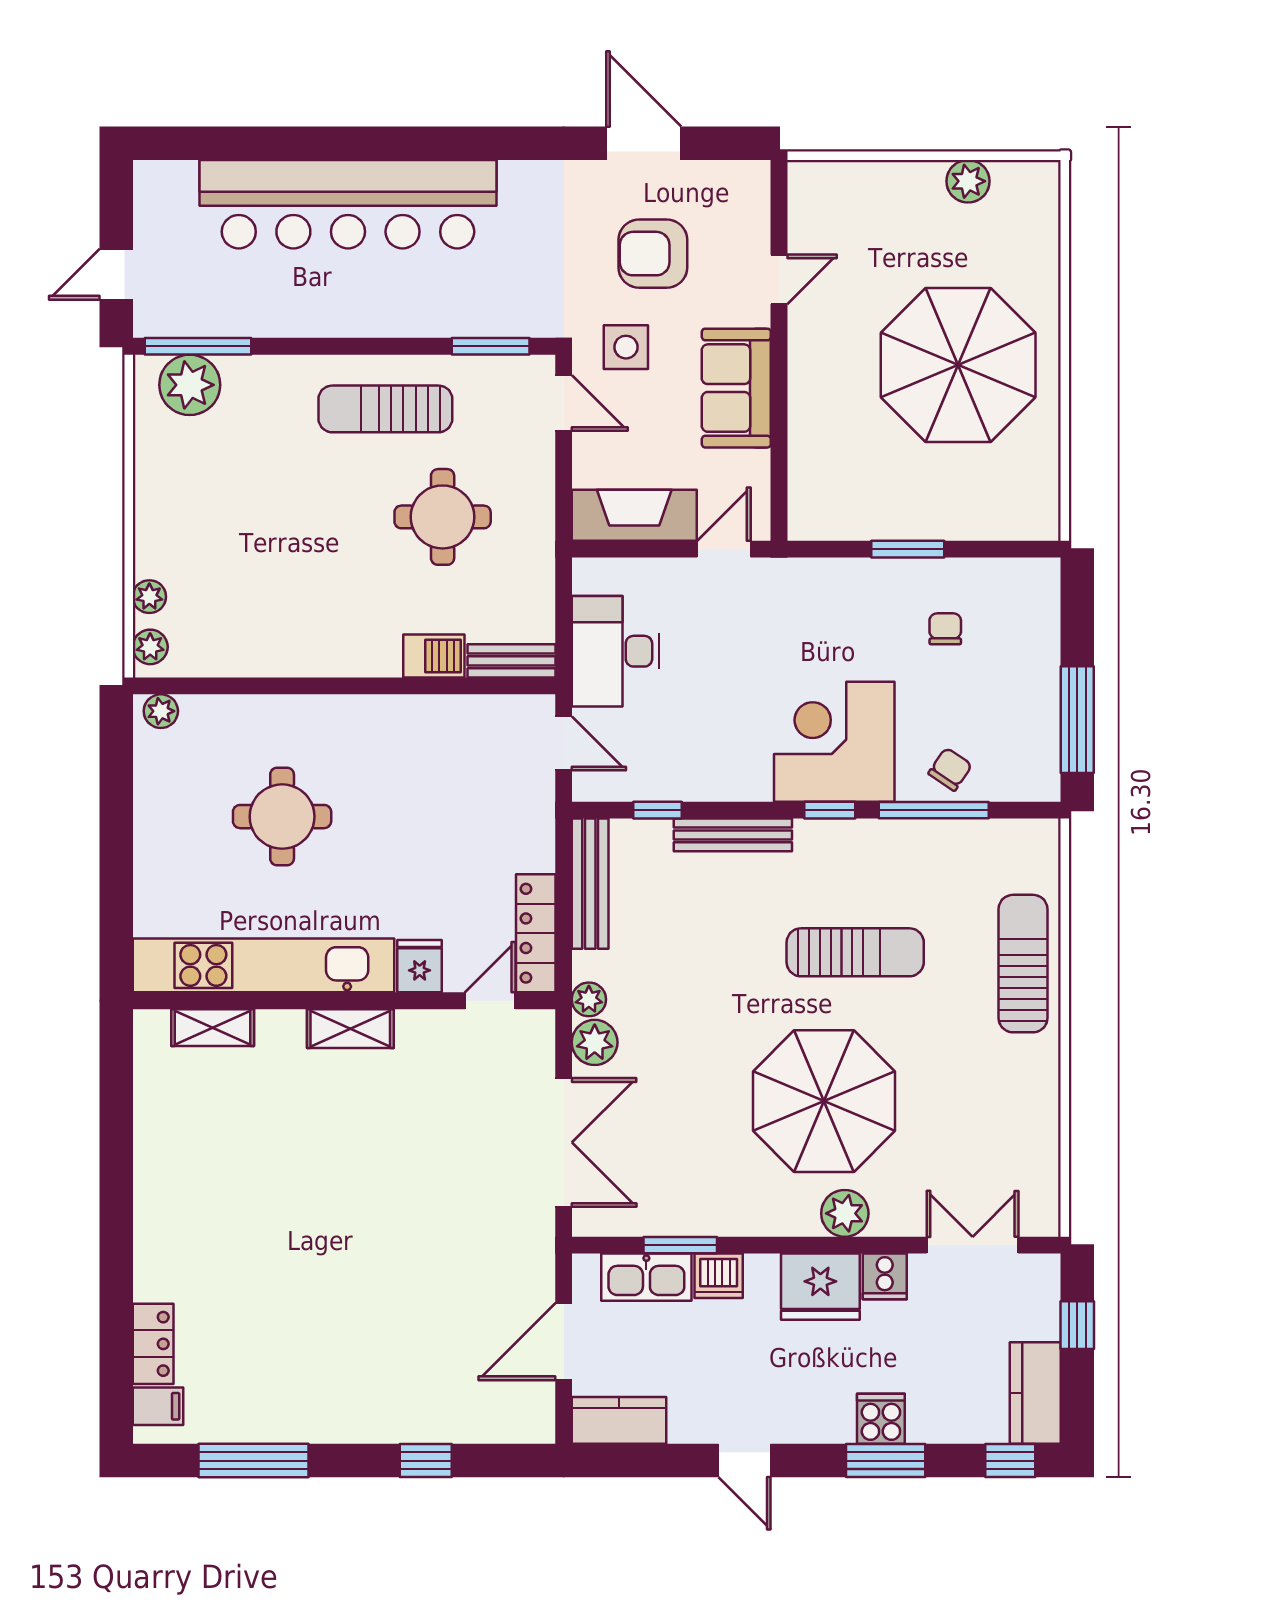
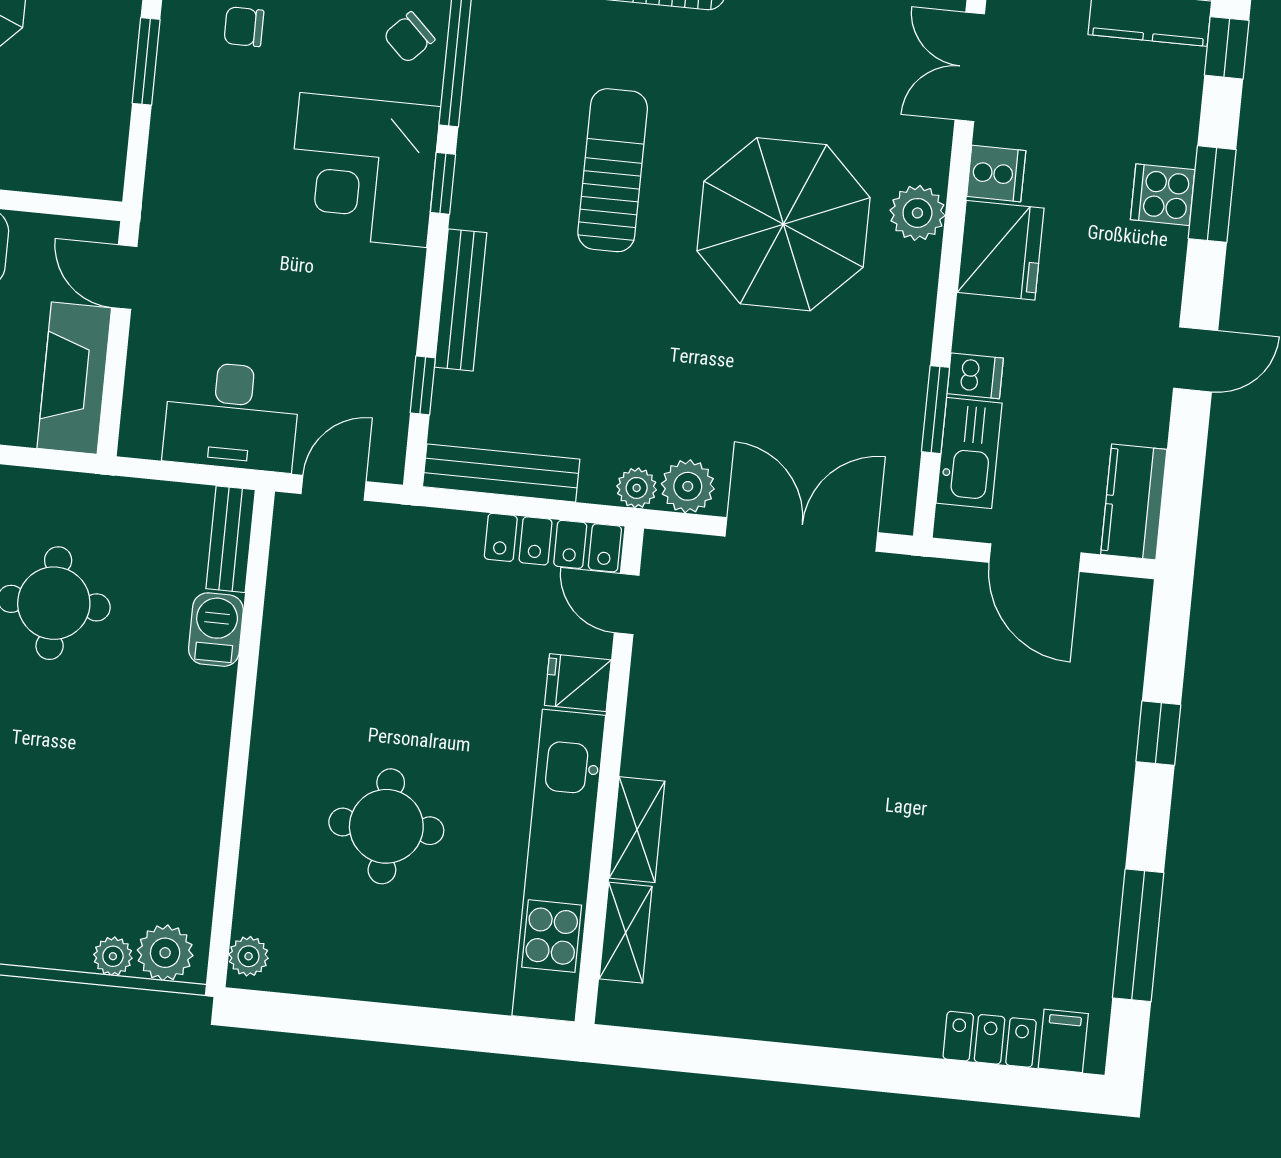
plant: (150, 647) -> (165, 953), width x1.38, depth x1.38
chair: (950, 769) -> (409, 37), turned -80
shelving: (350, 1029) -> (637, 830), moved
dishwasher: (719, 1276) -> (975, 376), width x0.73

